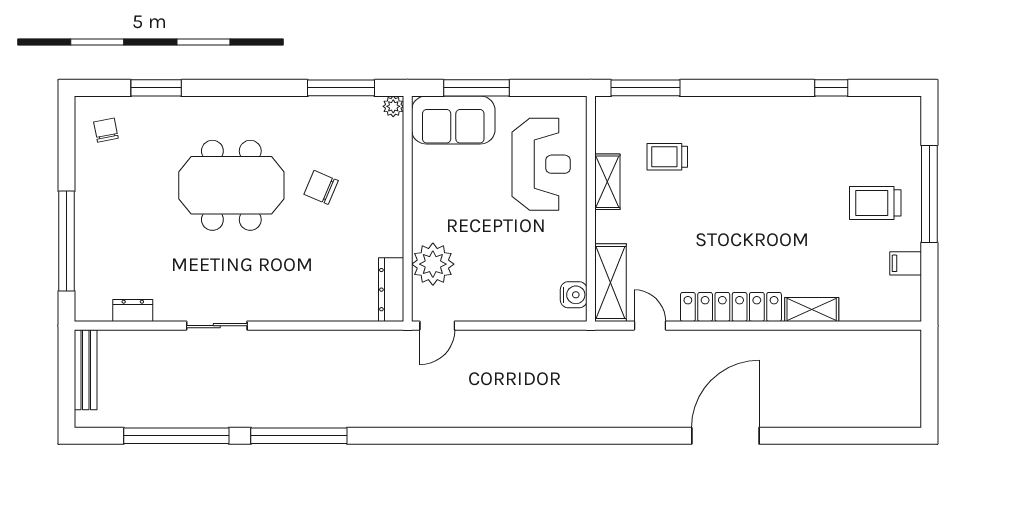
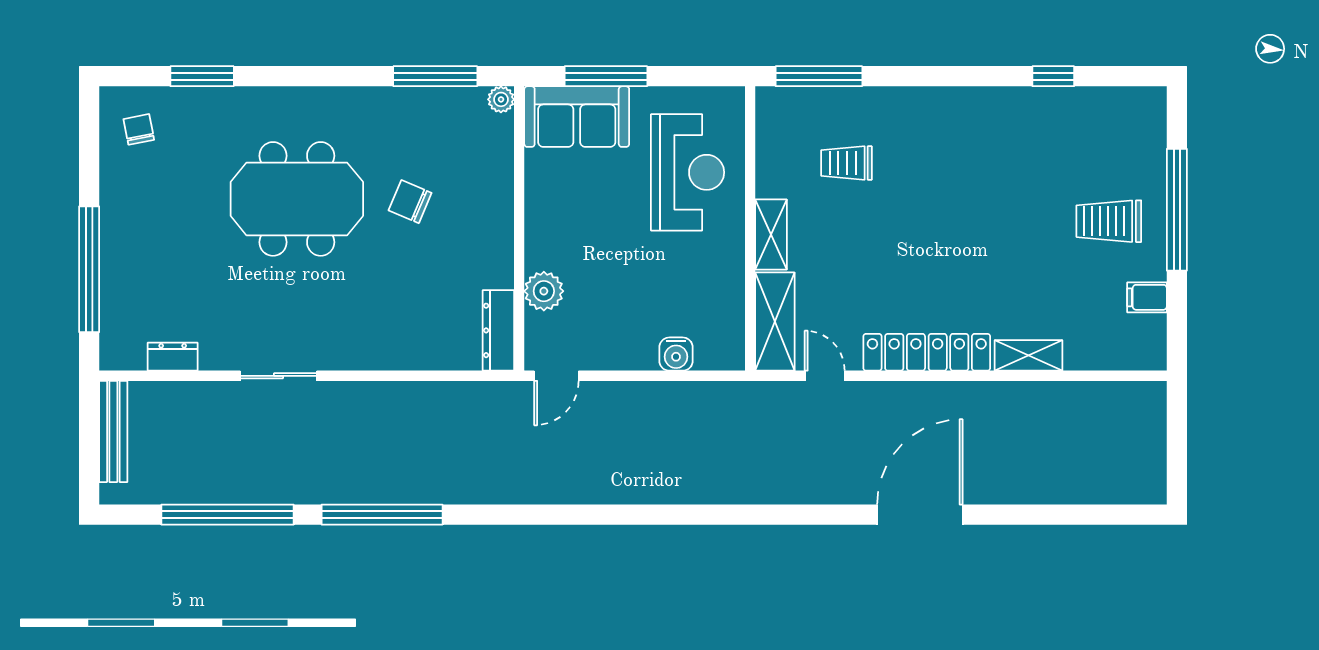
shelving: (607, 182) -> (771, 235), moved
plant: (433, 264) -> (544, 291), width x0.73, depth x0.73
water cooler: (574, 295) -> (676, 354), moved, turned 90

